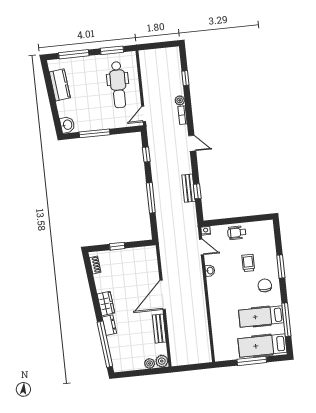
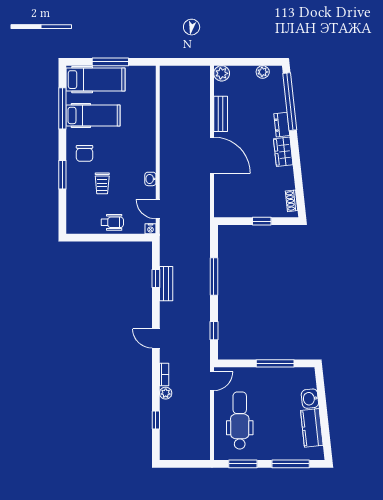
washbasin: (67, 125) -> (310, 399), moved
door: (163, 295) -> (212, 155), hinge flipped
plant: (150, 363) -> (263, 72), moved

